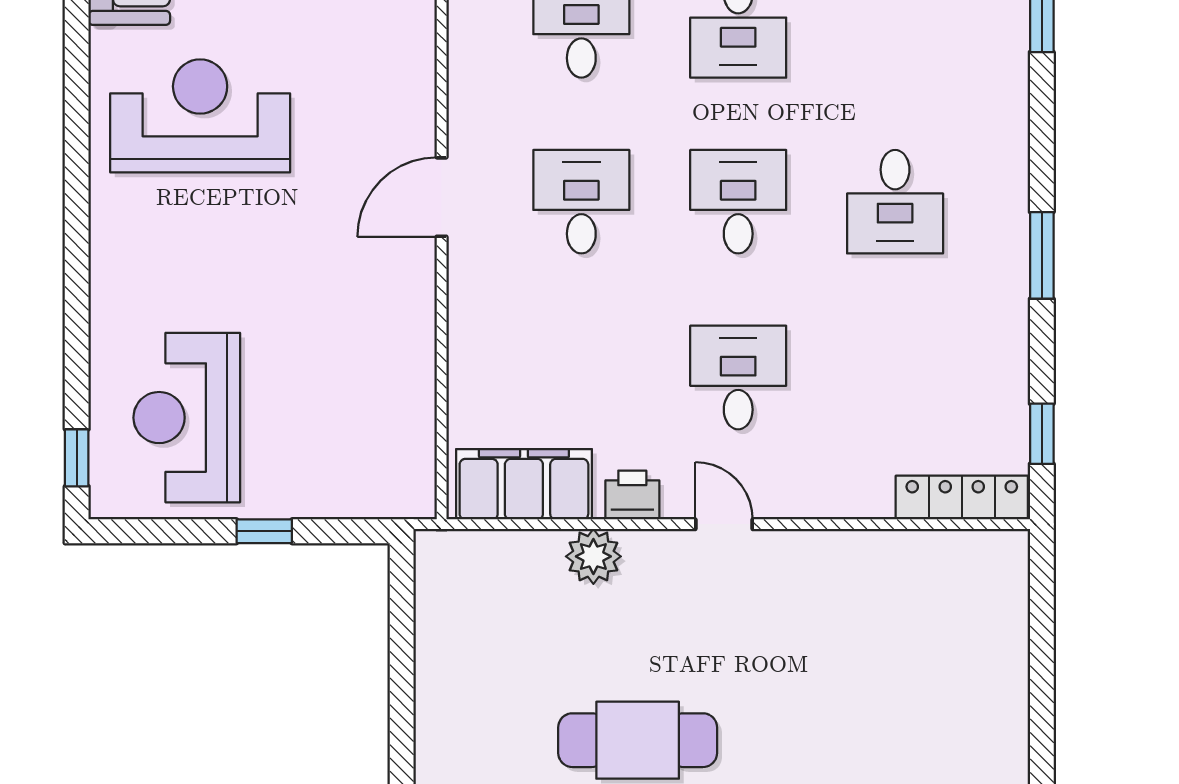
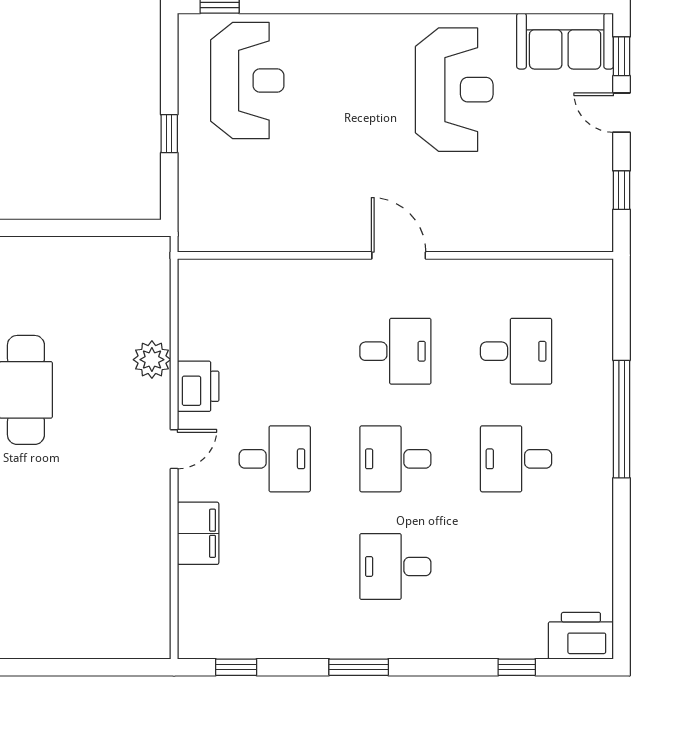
desk: (738, 202) -> (395, 459), turned 180
reception desk: (187, 418) -> (247, 81), turned 90
filing cabinet: (524, 484) -> (198, 533), moved, width x0.67, depth x0.86
printer: (632, 495) -> (198, 386), width x1.36, depth x1.24
locker: (962, 498) -> (192, 612), removed

